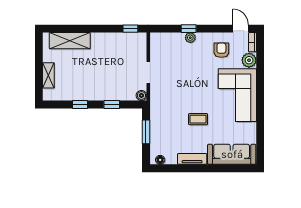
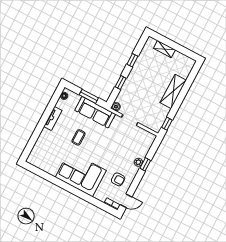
shelving: (70, 41) -> (173, 91), moved
plant: (249, 60) -> (101, 195), removed
sofa: (232, 154) -> (95, 112), moved, turned 90

